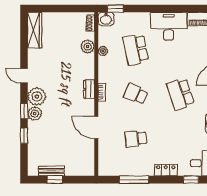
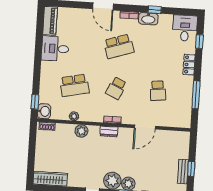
desk: (169, 26) -> (55, 49), width x0.73
plant: (88, 47) -> (81, 131), moved

